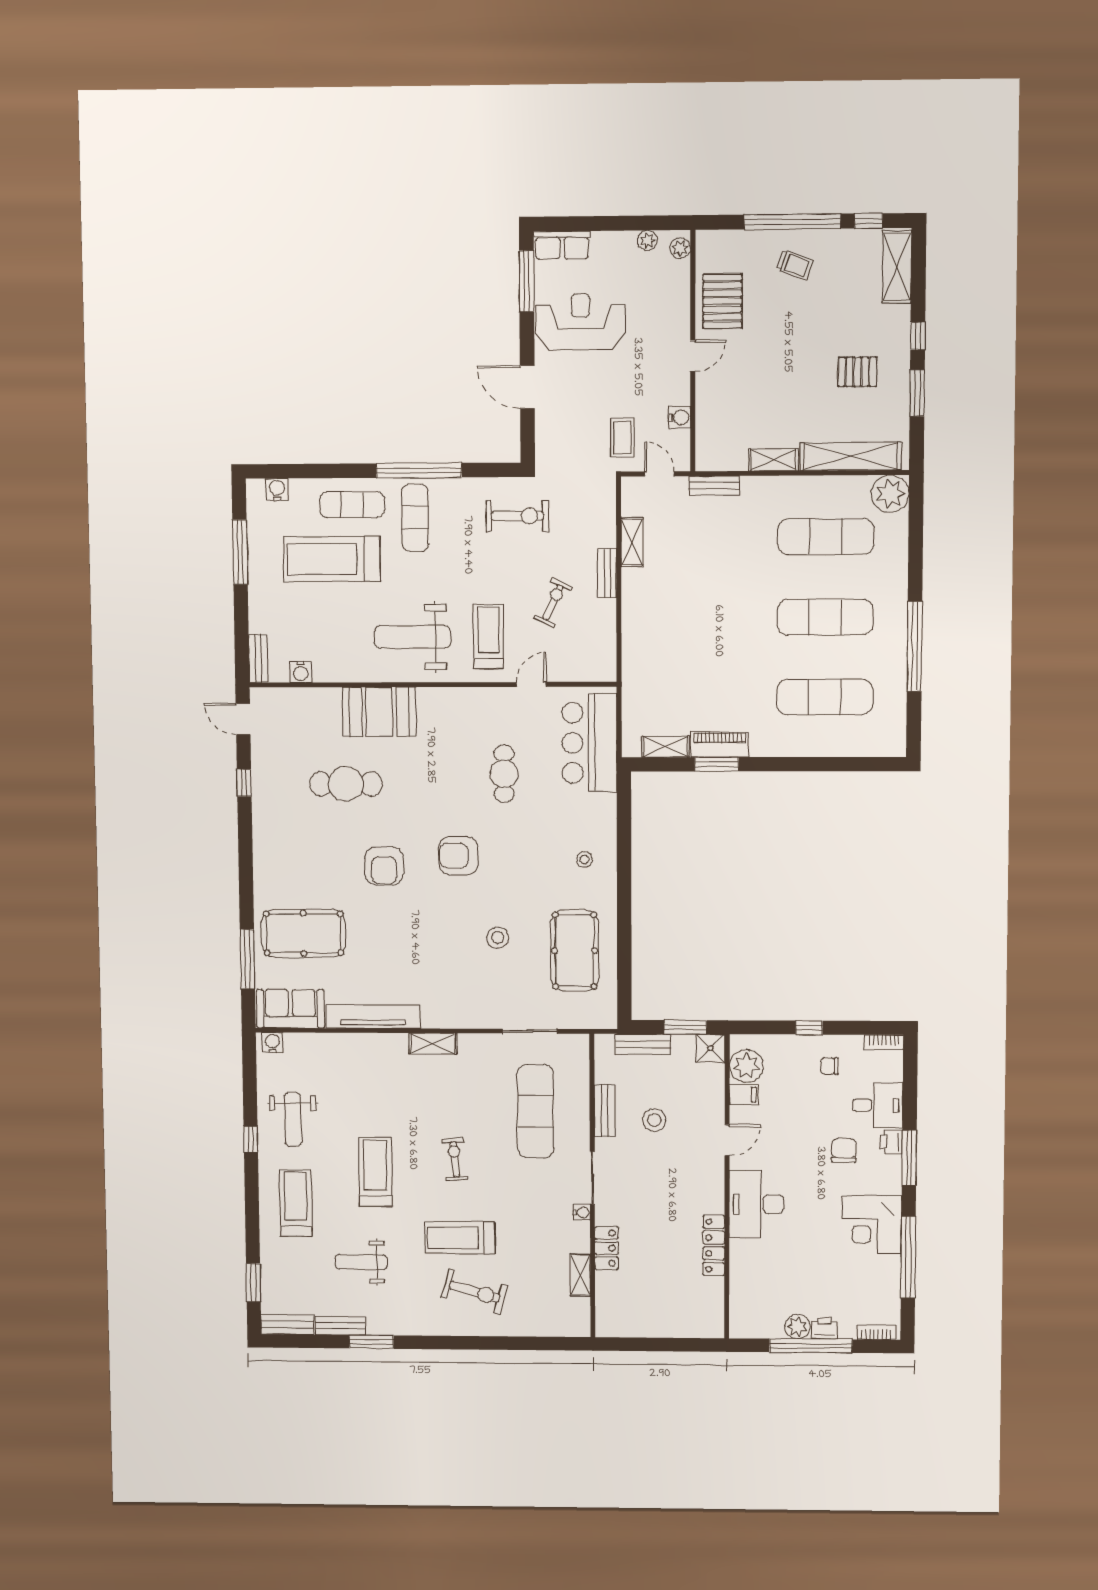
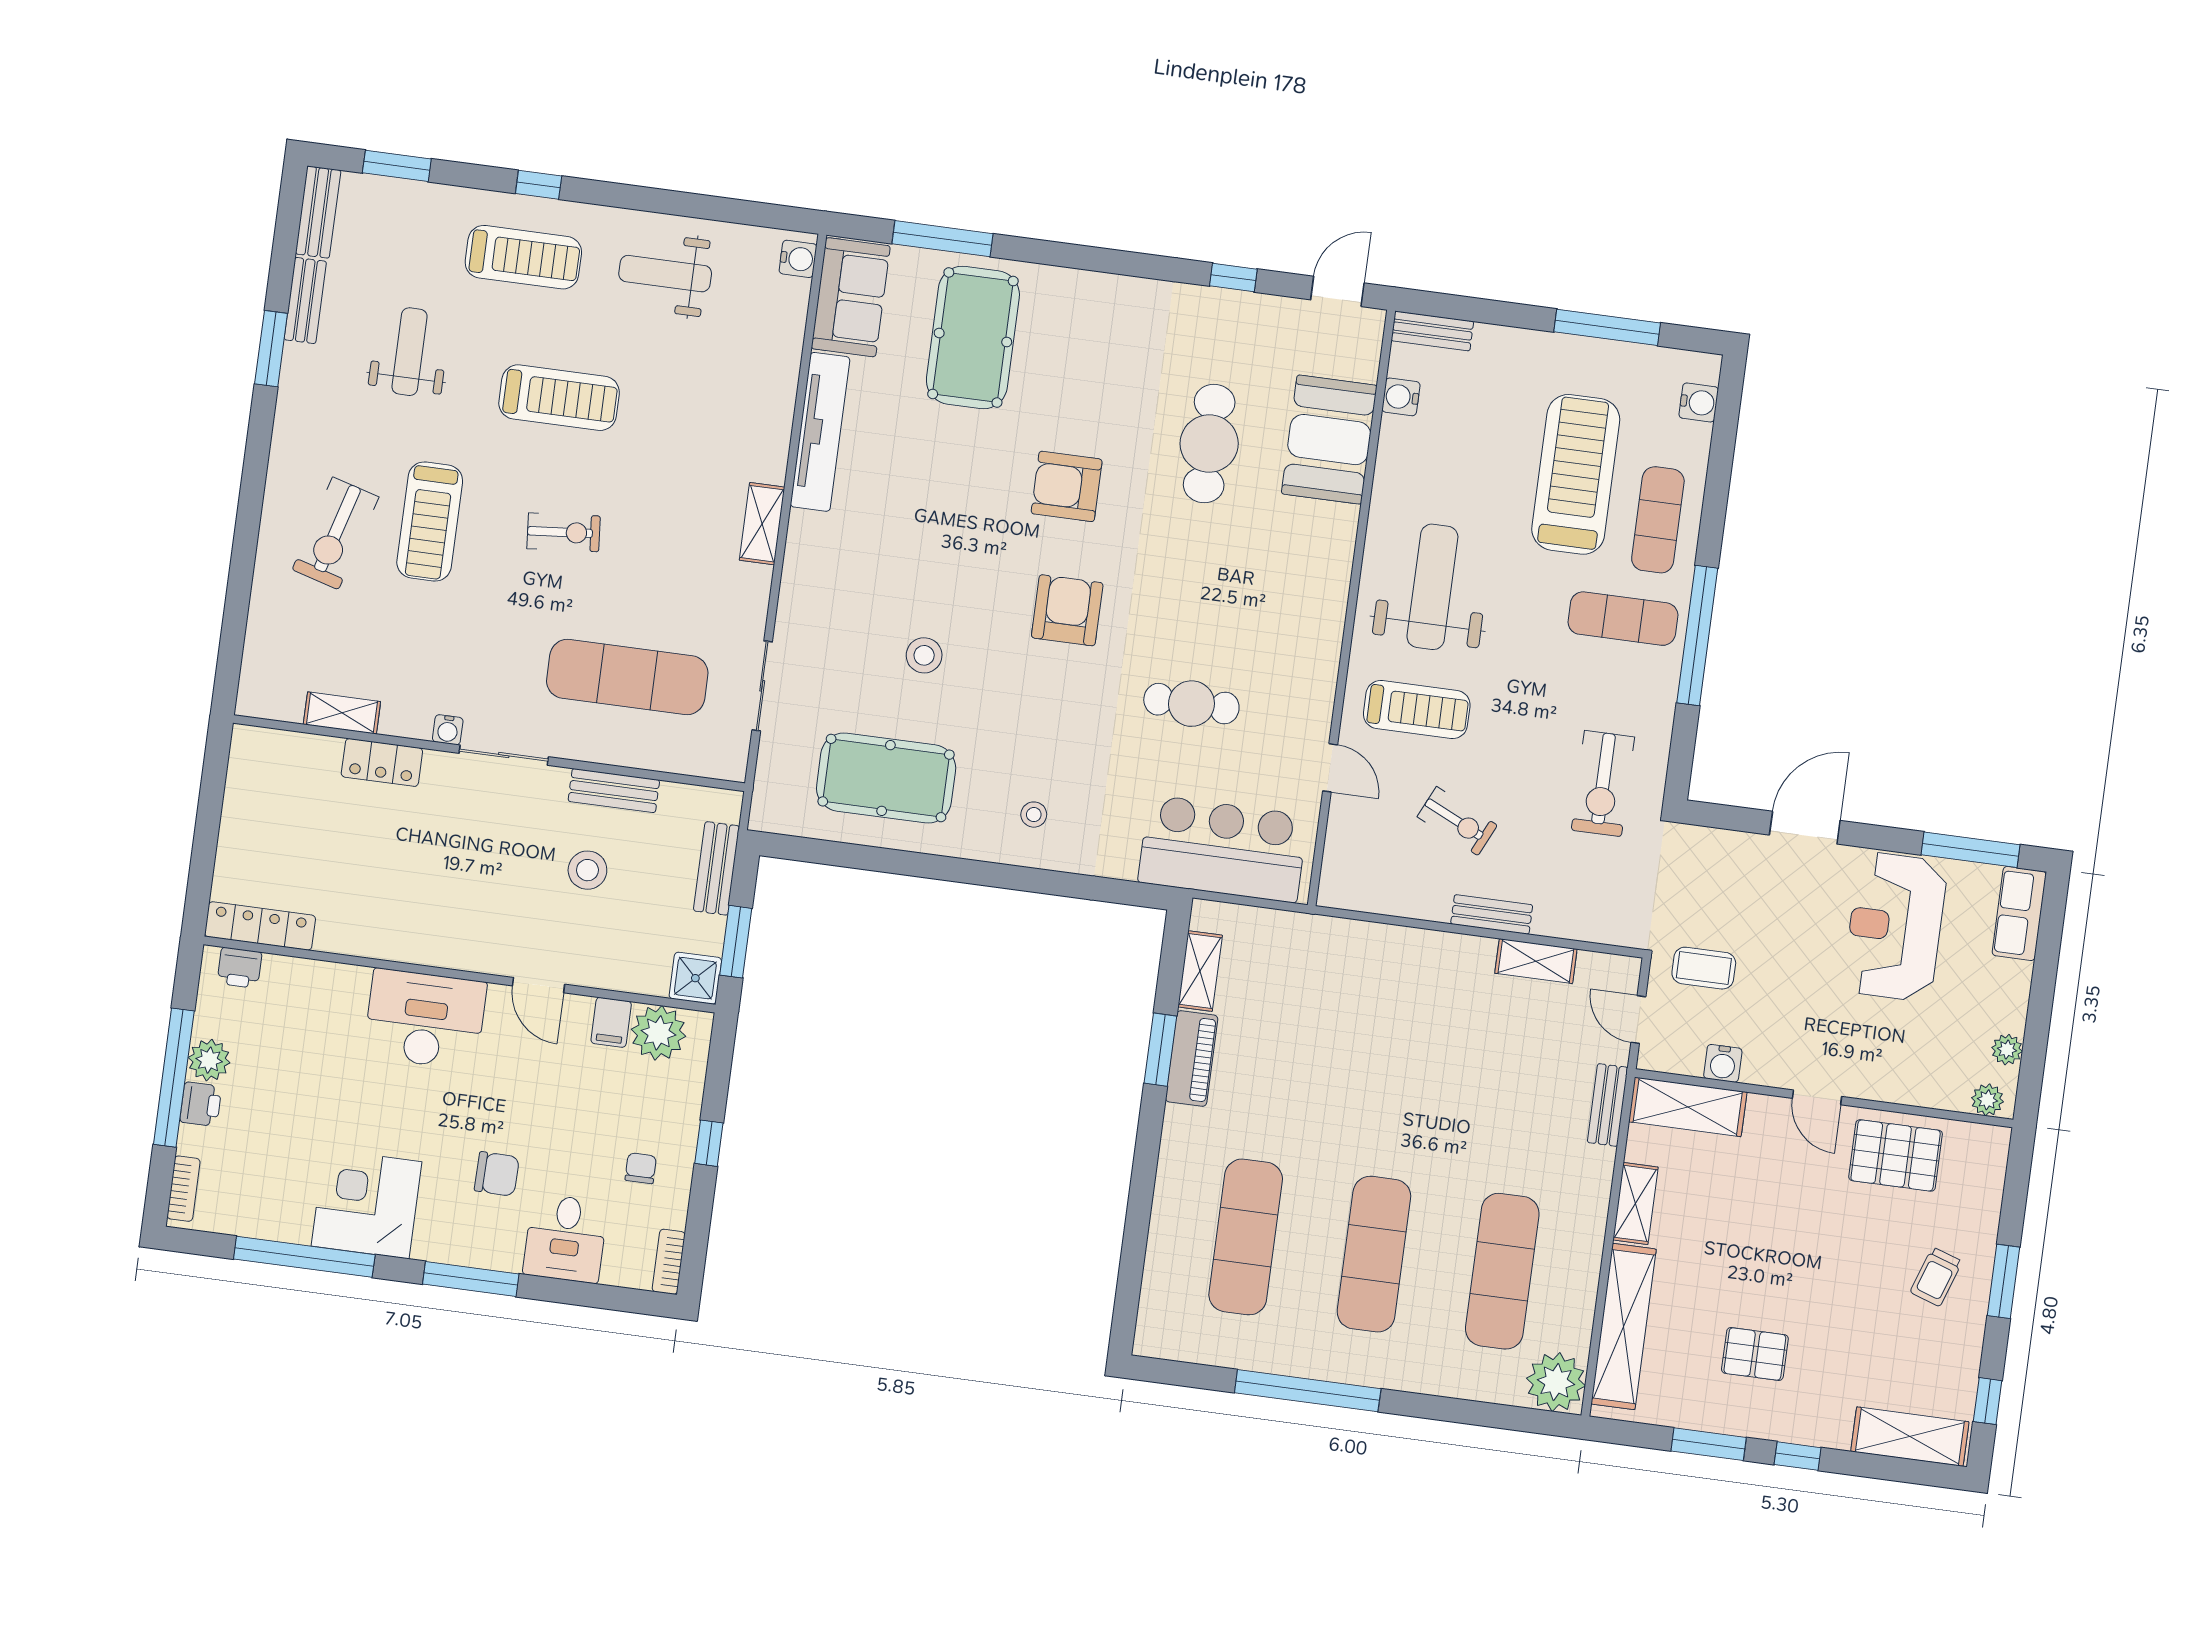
window: (792, 222) -> (2004, 1281), width x0.47
reception desk: (581, 322) -> (1895, 927), turned 180
pallet: (857, 372) -> (1755, 1354), turned 90
shelving: (709, 436) -> (1688, 1107), added
door: (659, 474) -> (1638, 1020), swing flipped
booth: (379, 712) -> (1329, 440), moved
window: (251, 1139) -> (539, 185), moved
printer: (891, 1142) -> (239, 968), moved, turned 180
treadmill: (460, 1238) -> (430, 522), turned 180
locker: (714, 1245) -> (260, 926), moved

